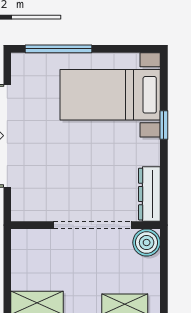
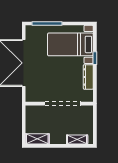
dresser: (149, 194) -> (88, 77), moved
boiler: (147, 243) -> (87, 111), removed

